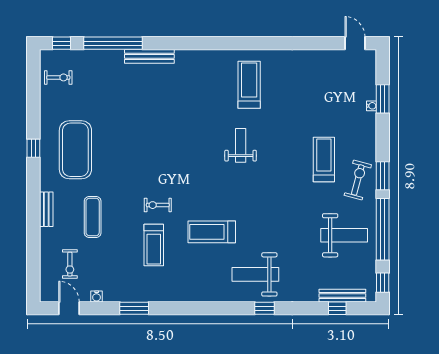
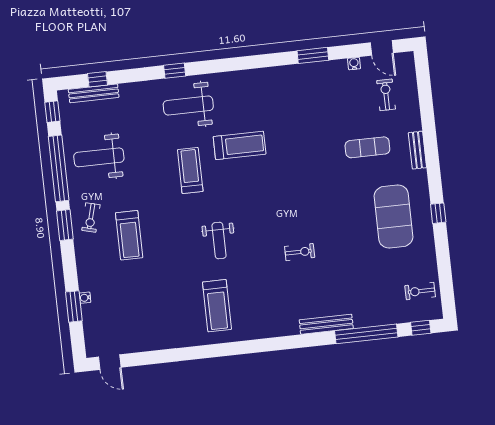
exercise bike: (358, 180) -> (91, 218), width x0.73, depth x0.72
exercise bike: (158, 205) -> (300, 252), moved
exercise mat: (93, 217) -> (367, 147), turned 90
treadmill: (154, 245) -> (190, 171), moved
weight bench: (255, 274) -> (188, 106), turned 180

